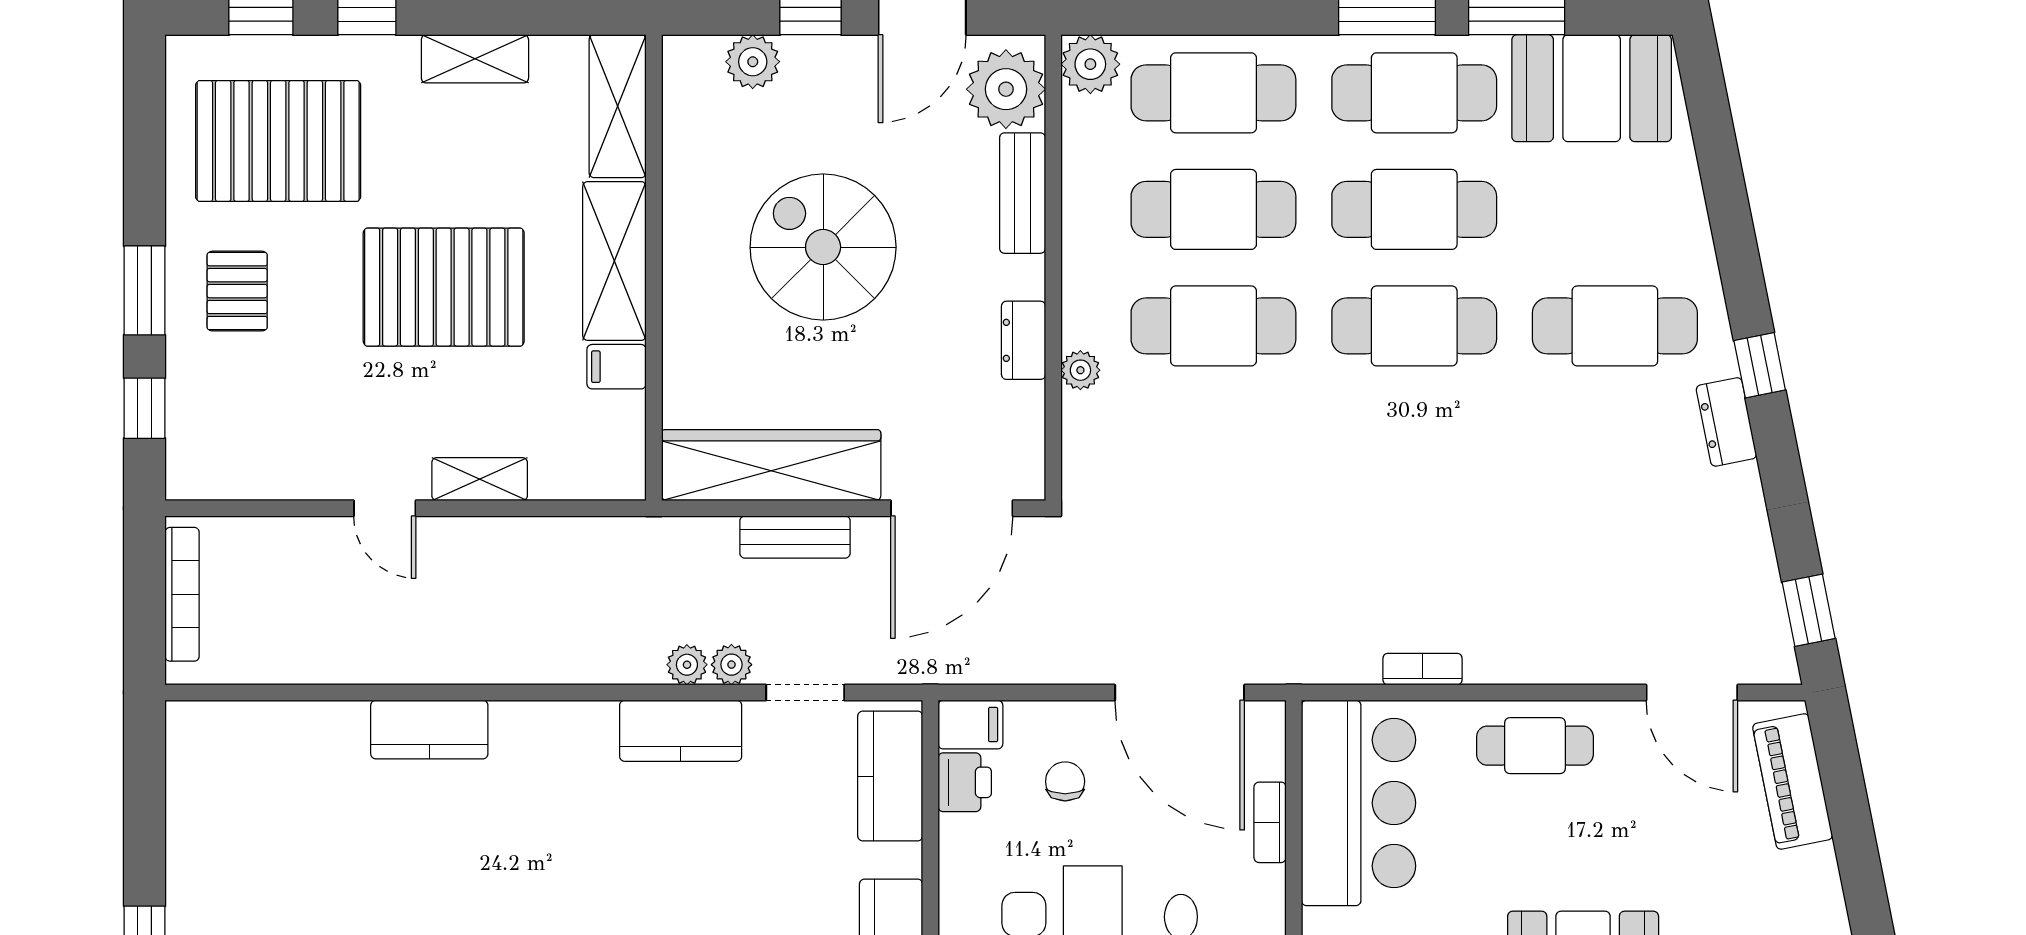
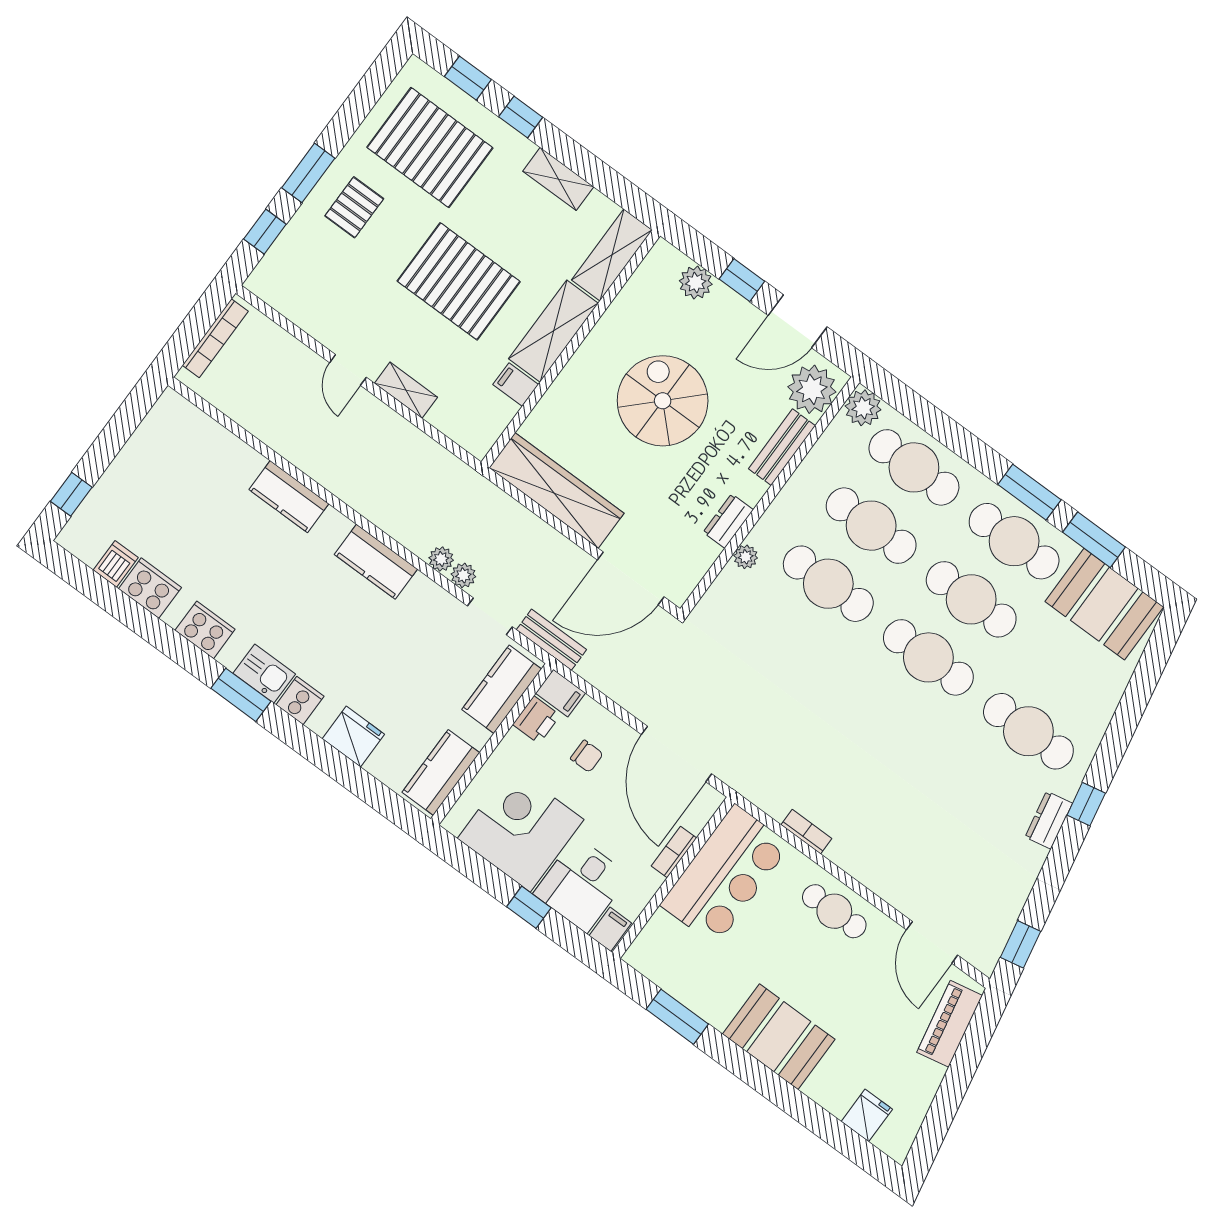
bench: (795, 537) -> (551, 640), moved
kitchen counter: (681, 731) -> (376, 562), moved
chair: (1065, 781) -> (587, 756), turned 90

